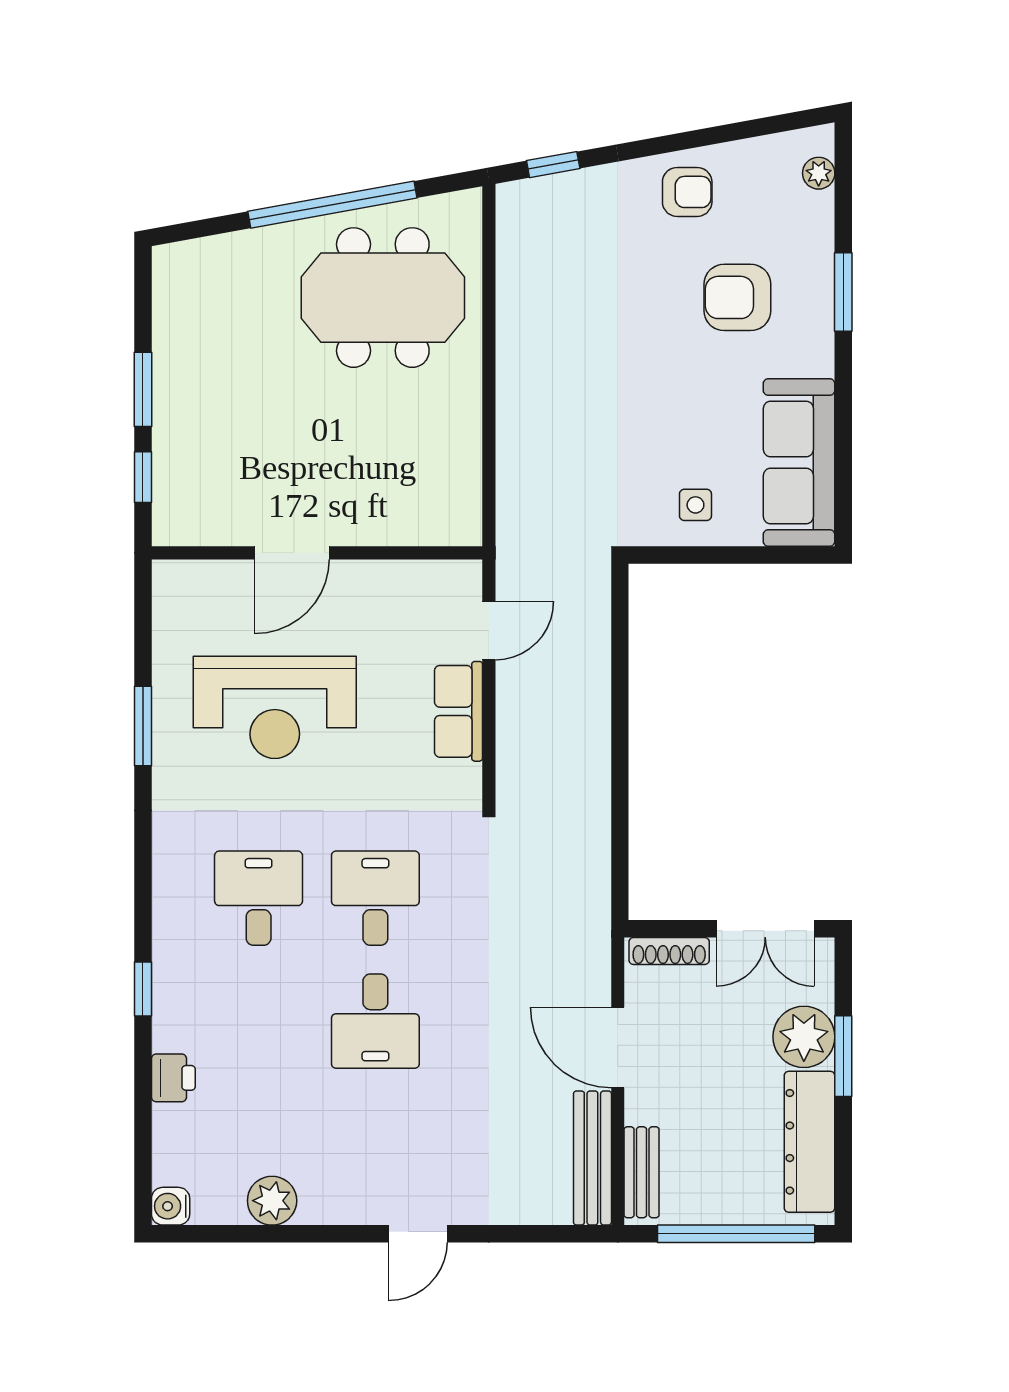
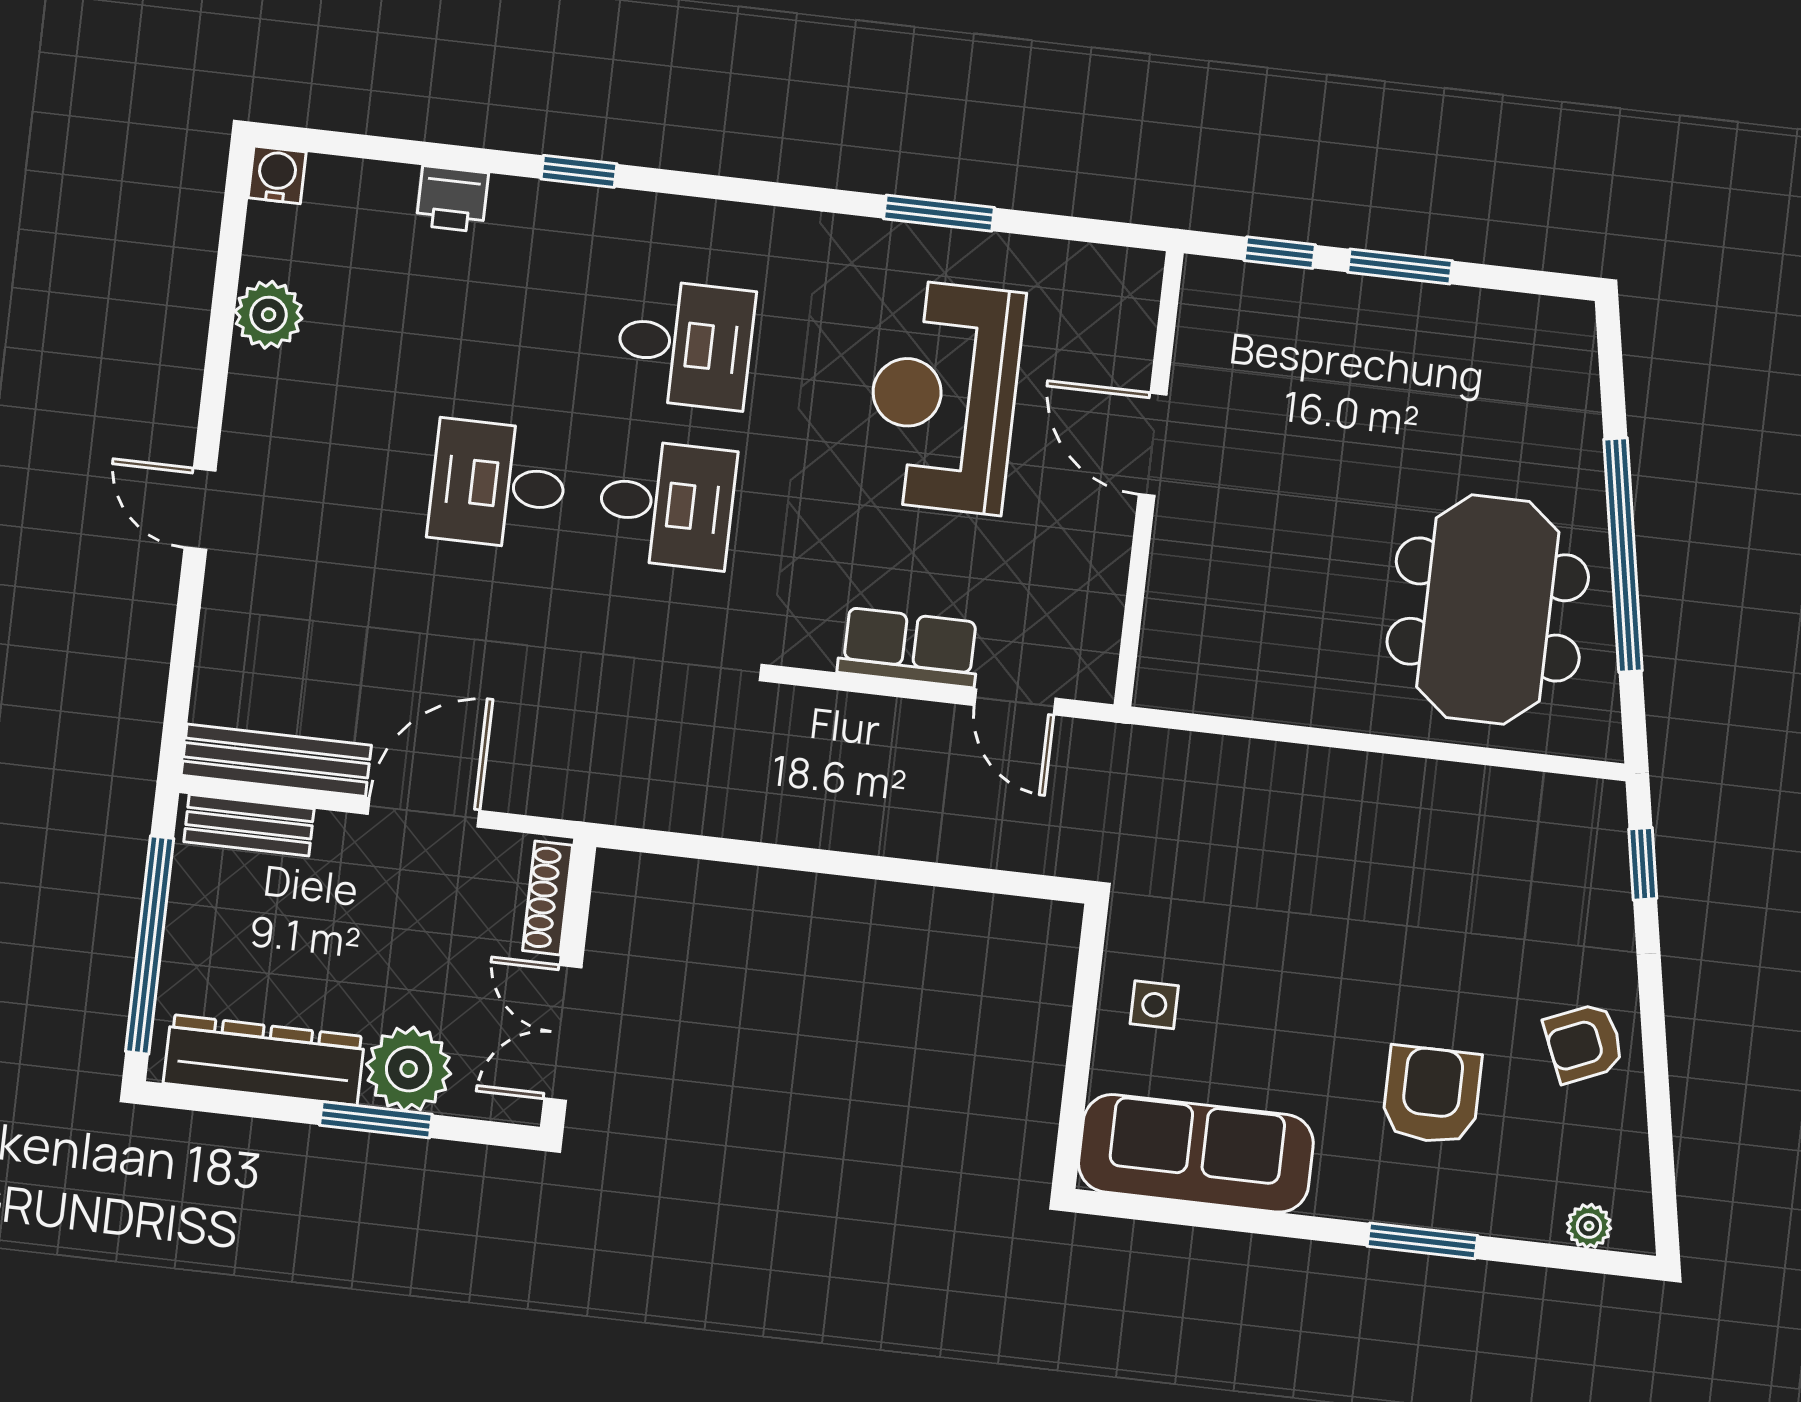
armchair: (687, 192) -> (1584, 1043), turned 67

